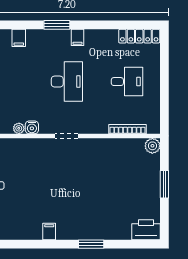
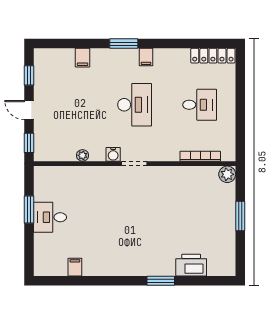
water cooler: (32, 127) -> (113, 154), moved
printer: (146, 230) -> (191, 265), moved
filing cabinet: (49, 232) -> (75, 267), moved

